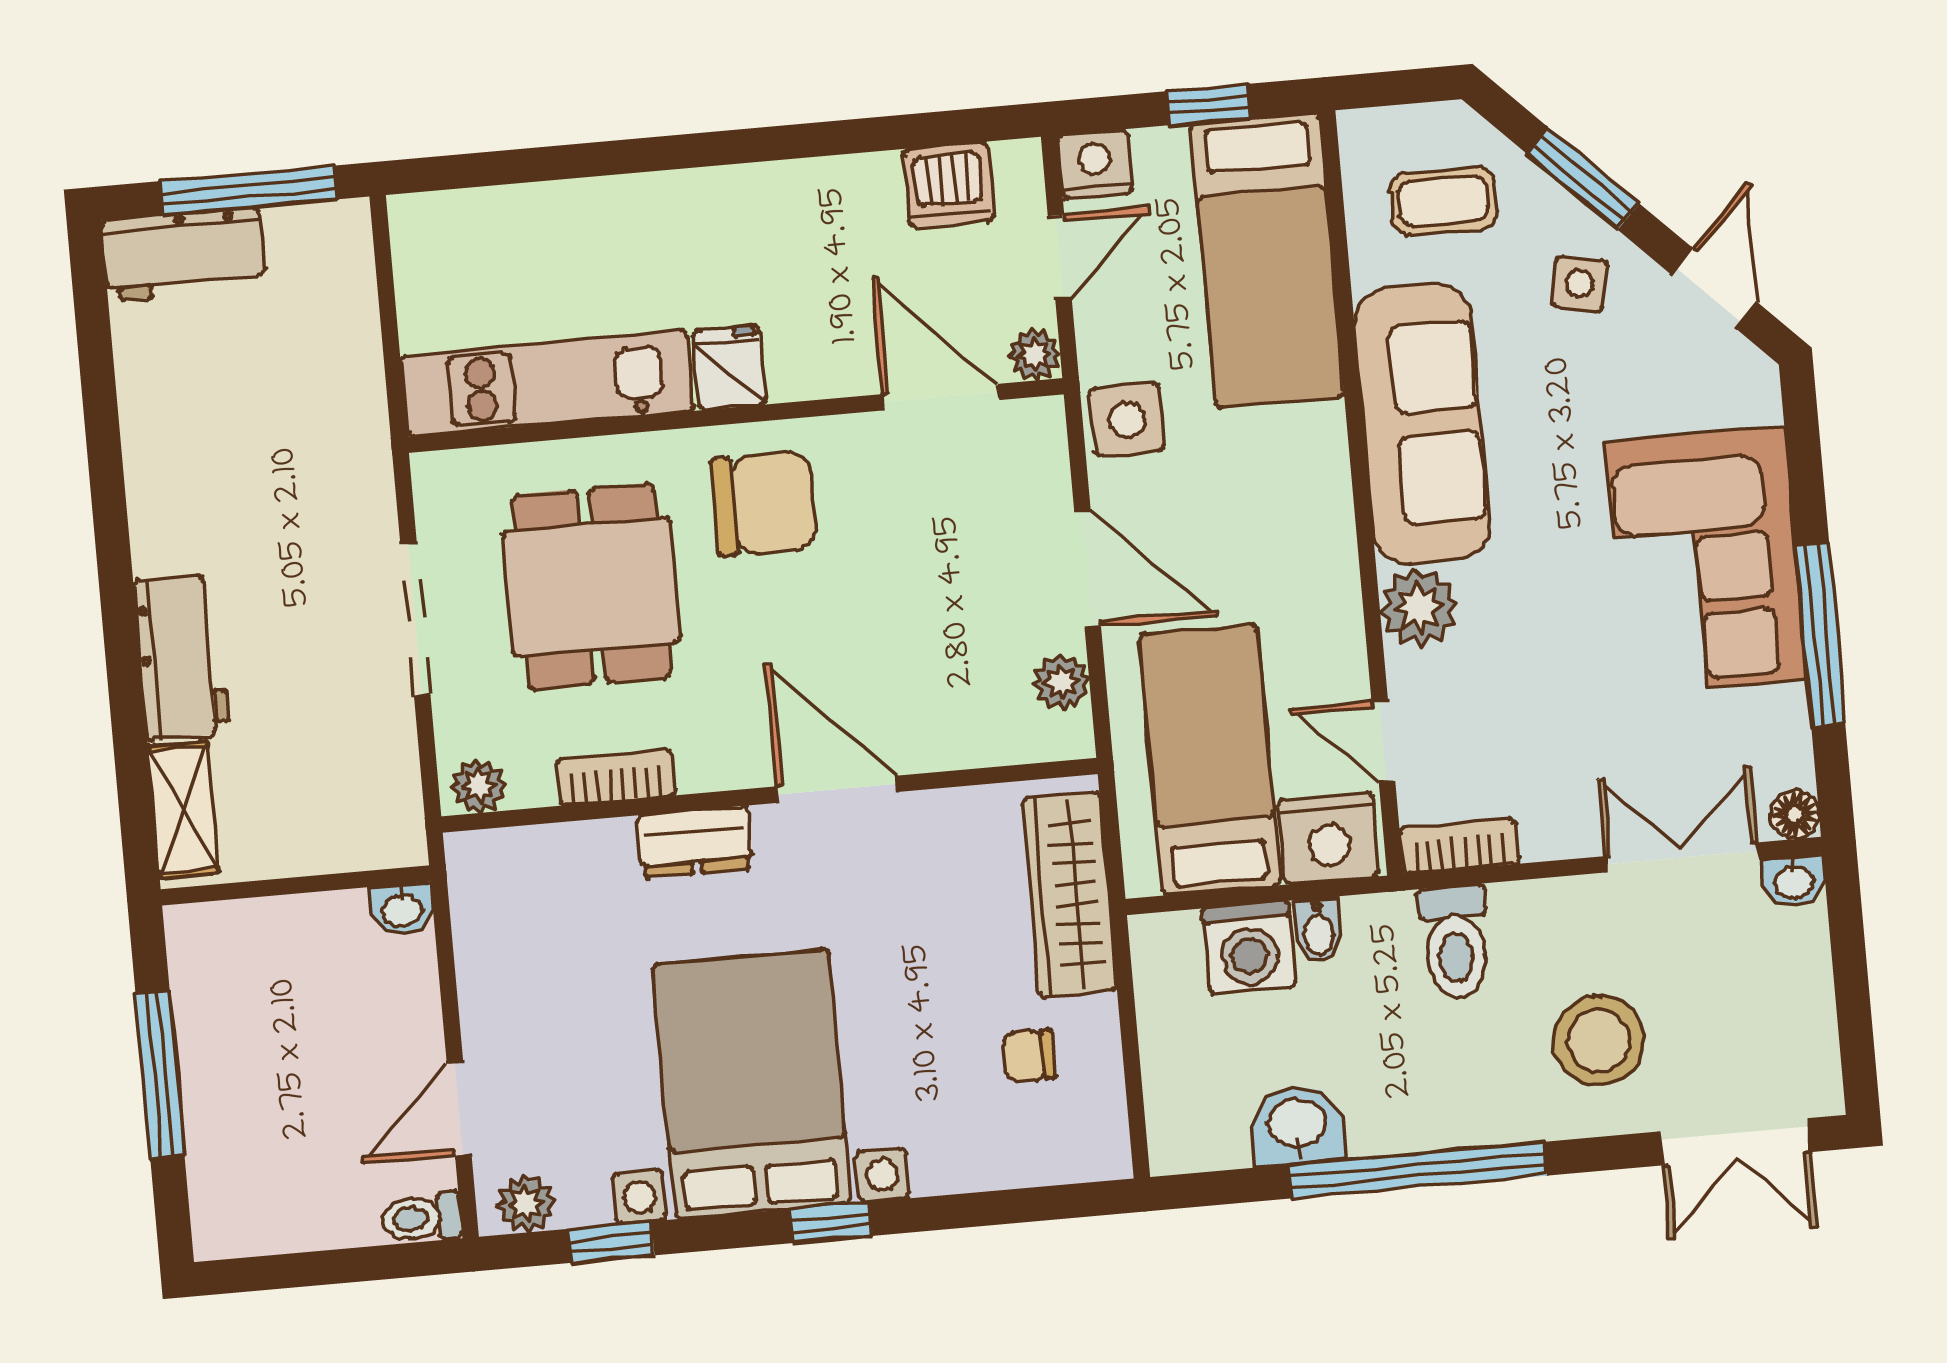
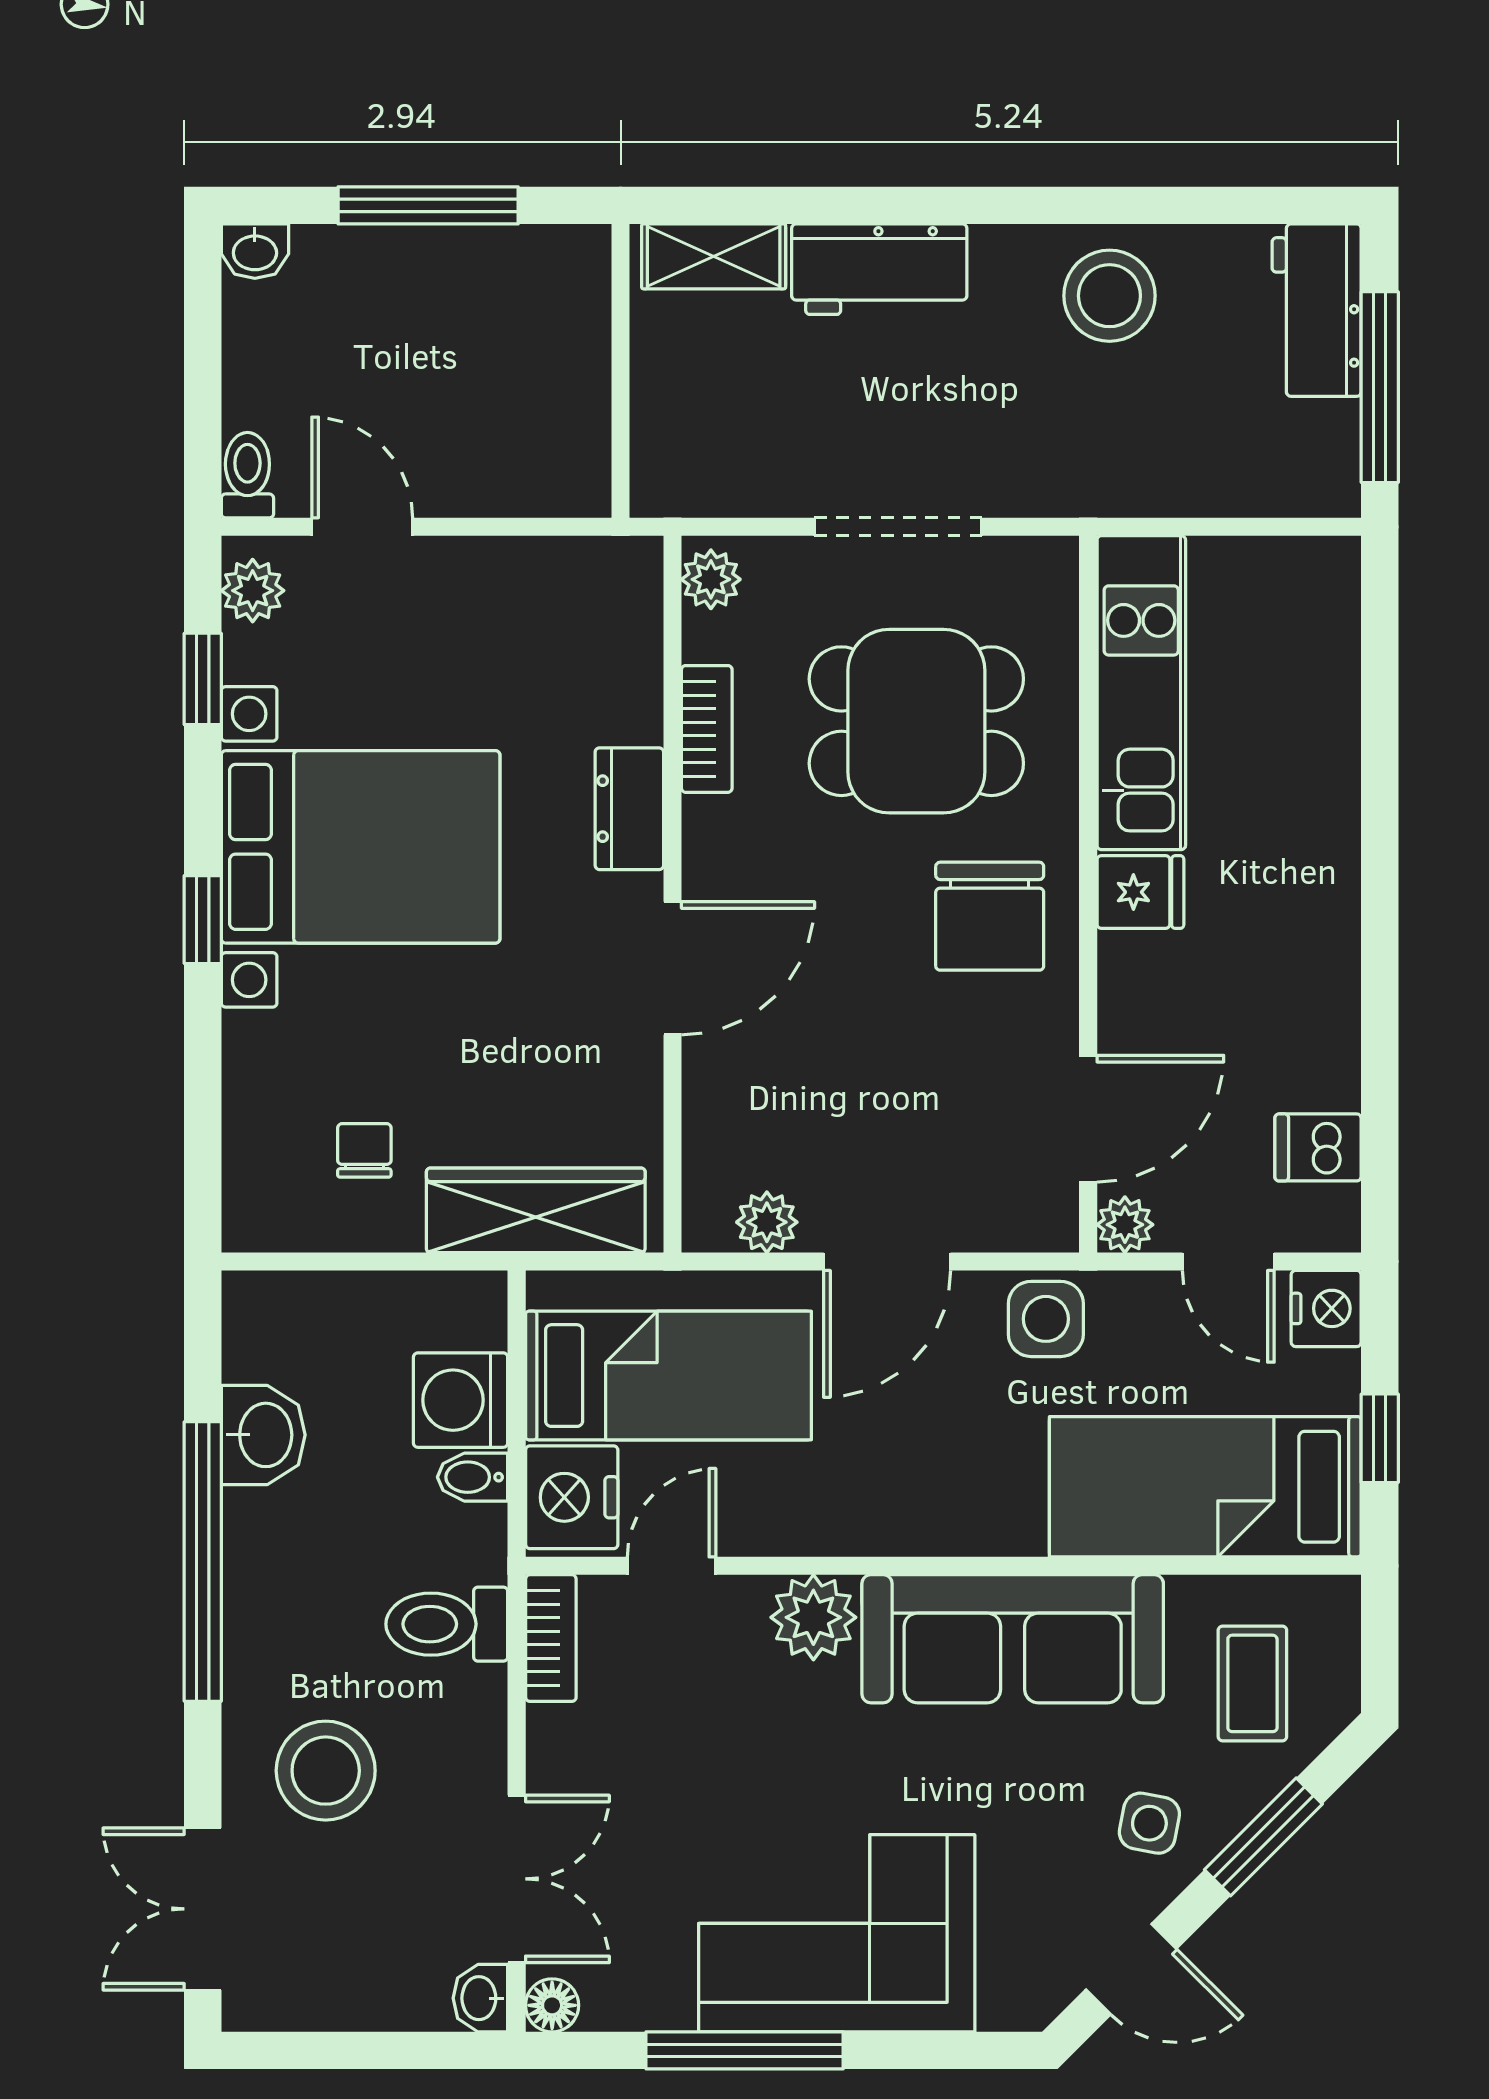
dishwasher: (948, 185) -> (1318, 1147), width x0.73
stool: (187, 445) -> (1109, 296), added
washbasin: (402, 909) -> (255, 251), moved, turned -90

